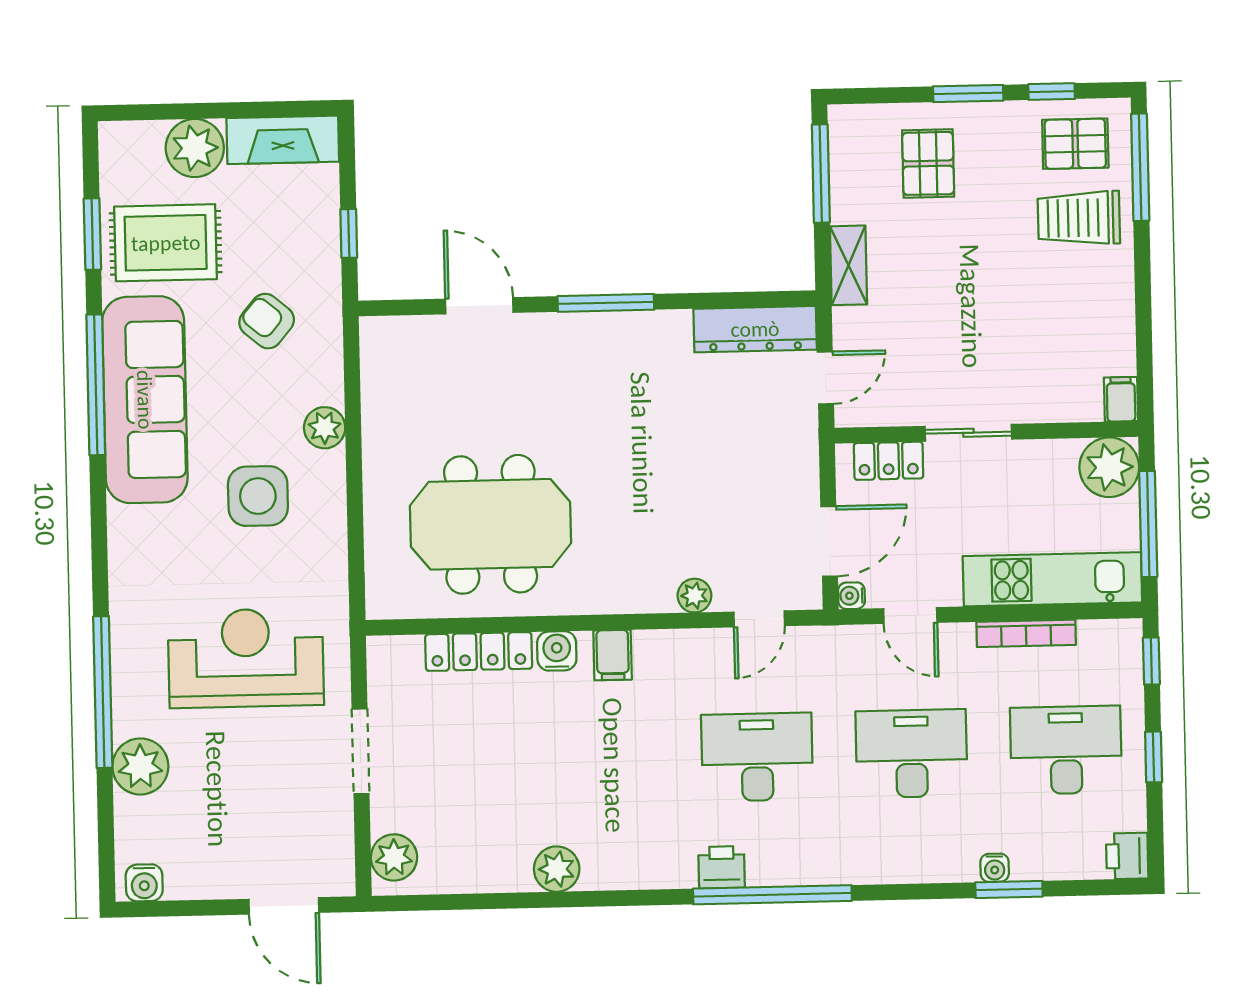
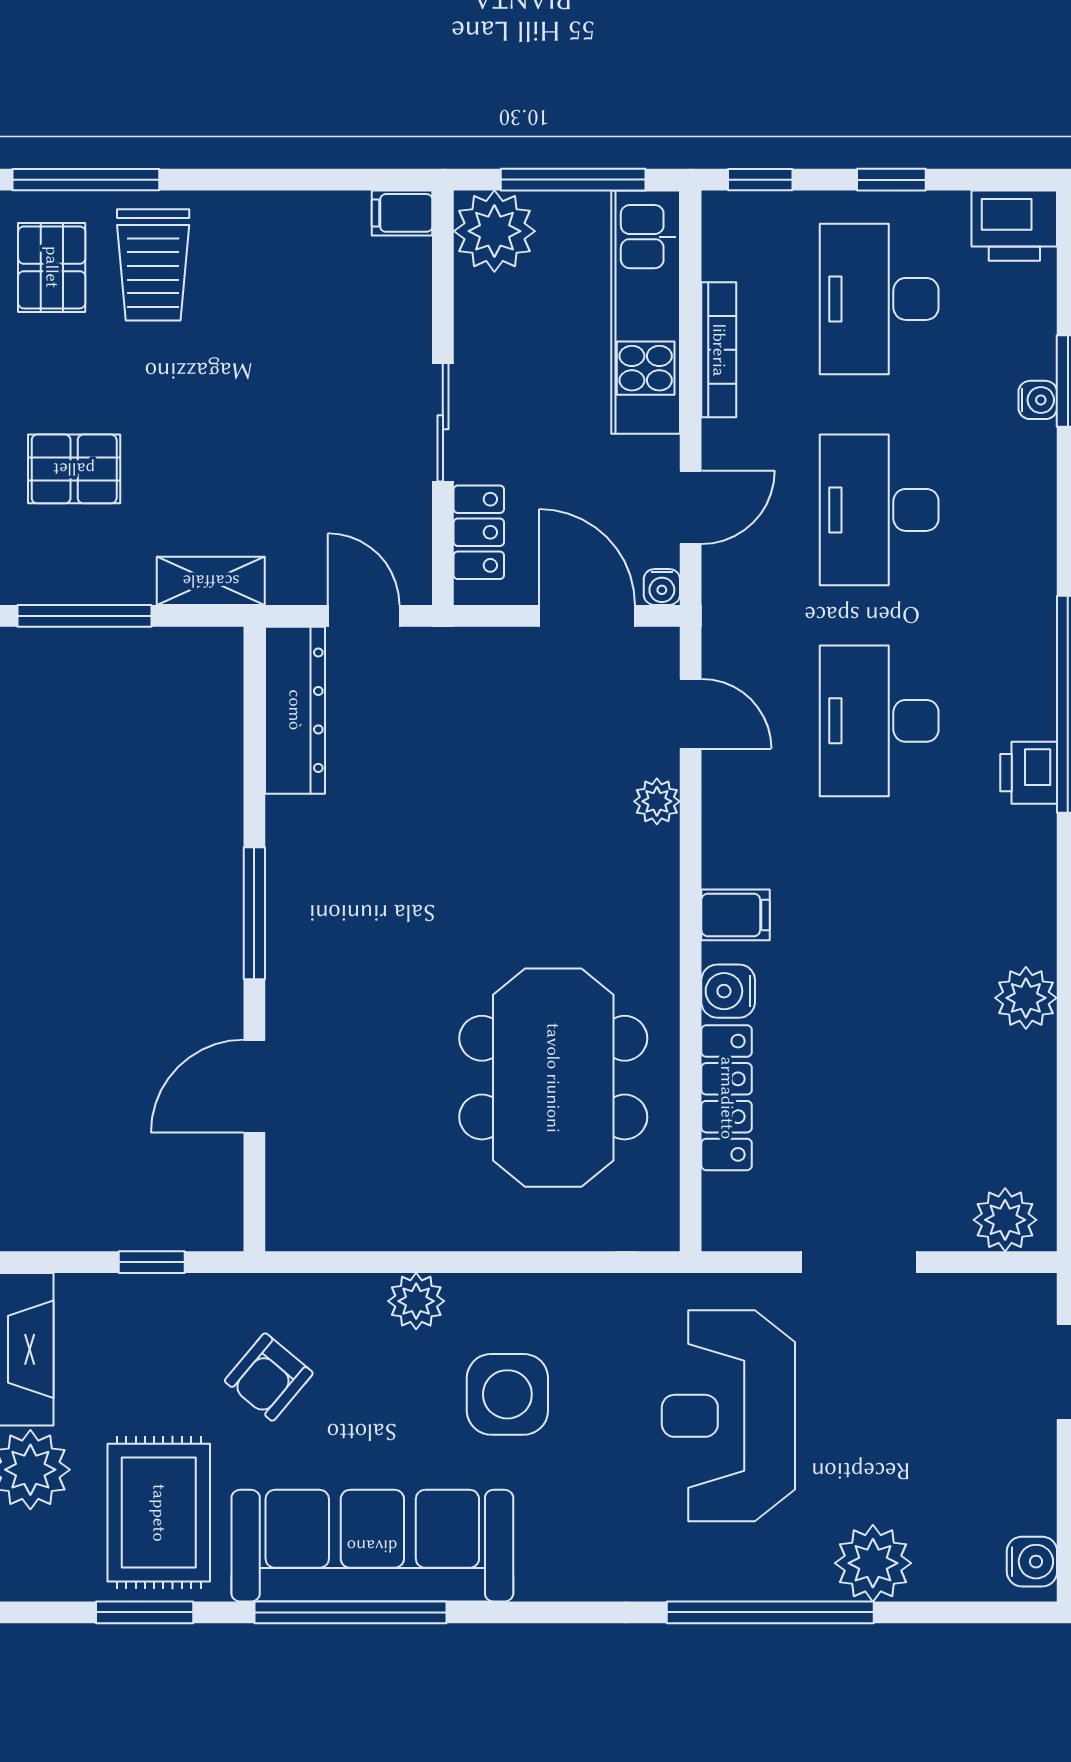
printer: (1127, 856) -> (1014, 226), width x1.36, depth x1.24

